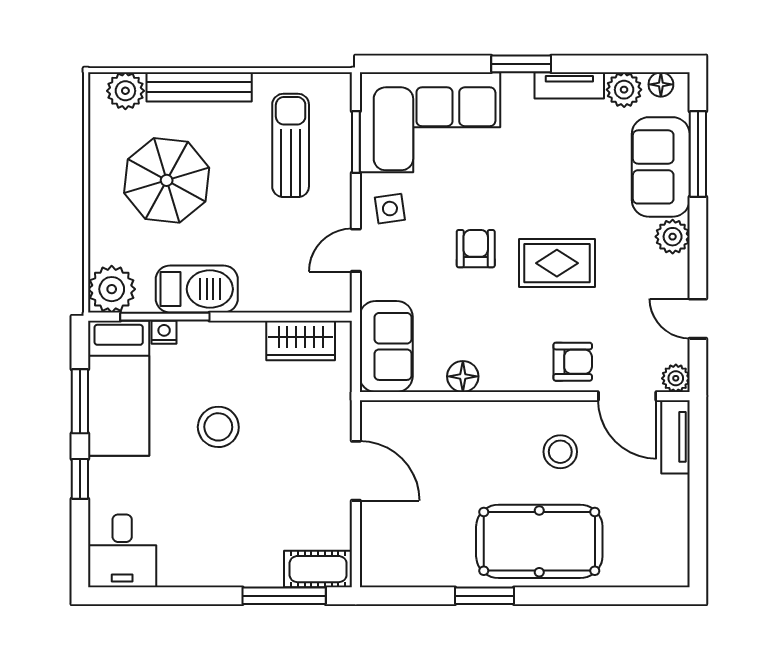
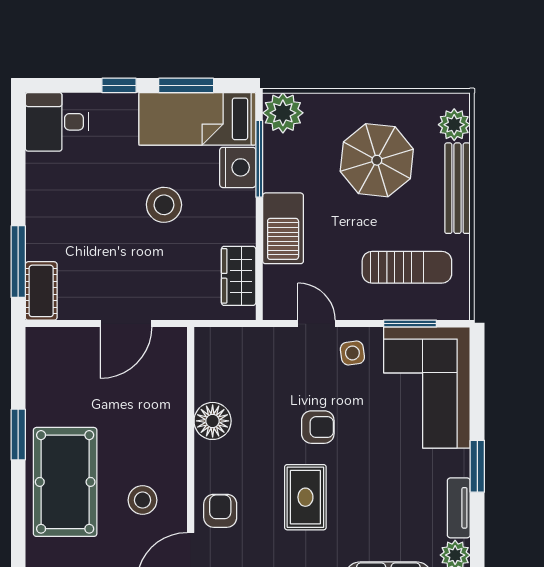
barbecue: (197, 289) -> (283, 228), moved
nightstand: (164, 332) -> (238, 167), width x1.89, depth x1.79
sofa: (386, 346) -> (233, 350), removed
armchair: (573, 362) -> (220, 511), turned 180
floor lamp: (463, 376) -> (213, 421), width x1.38, depth x1.38

